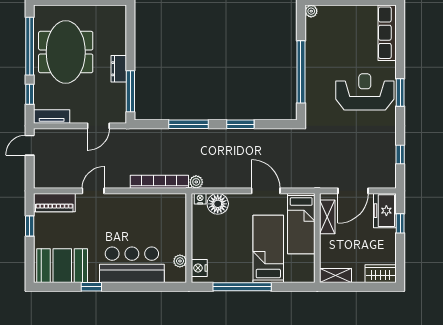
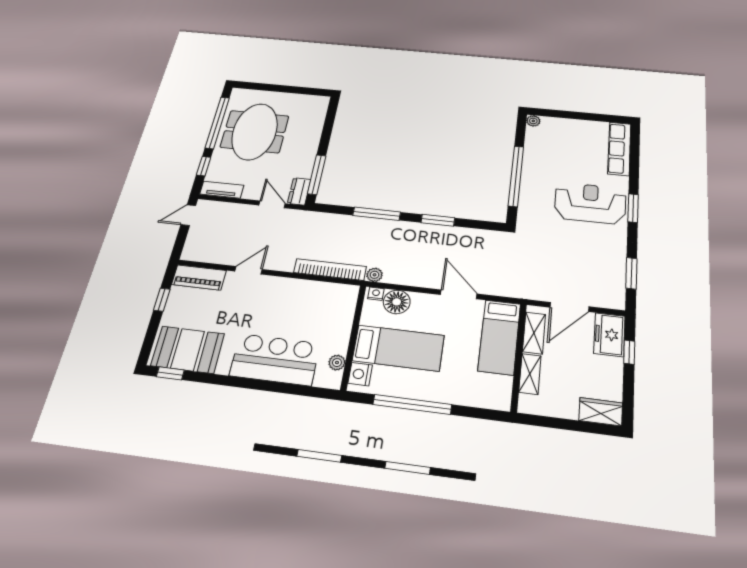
dresser: (119, 69) -> (299, 191), moved
door: (98, 126) -> (272, 204), swing flipped
window: (400, 155) -> (631, 273), width x1.50
bed: (268, 249) -> (398, 348), moved, turned 90
shelving: (336, 276) -> (530, 374), moved, turned 90
window: (91, 287) -> (170, 373), moved

